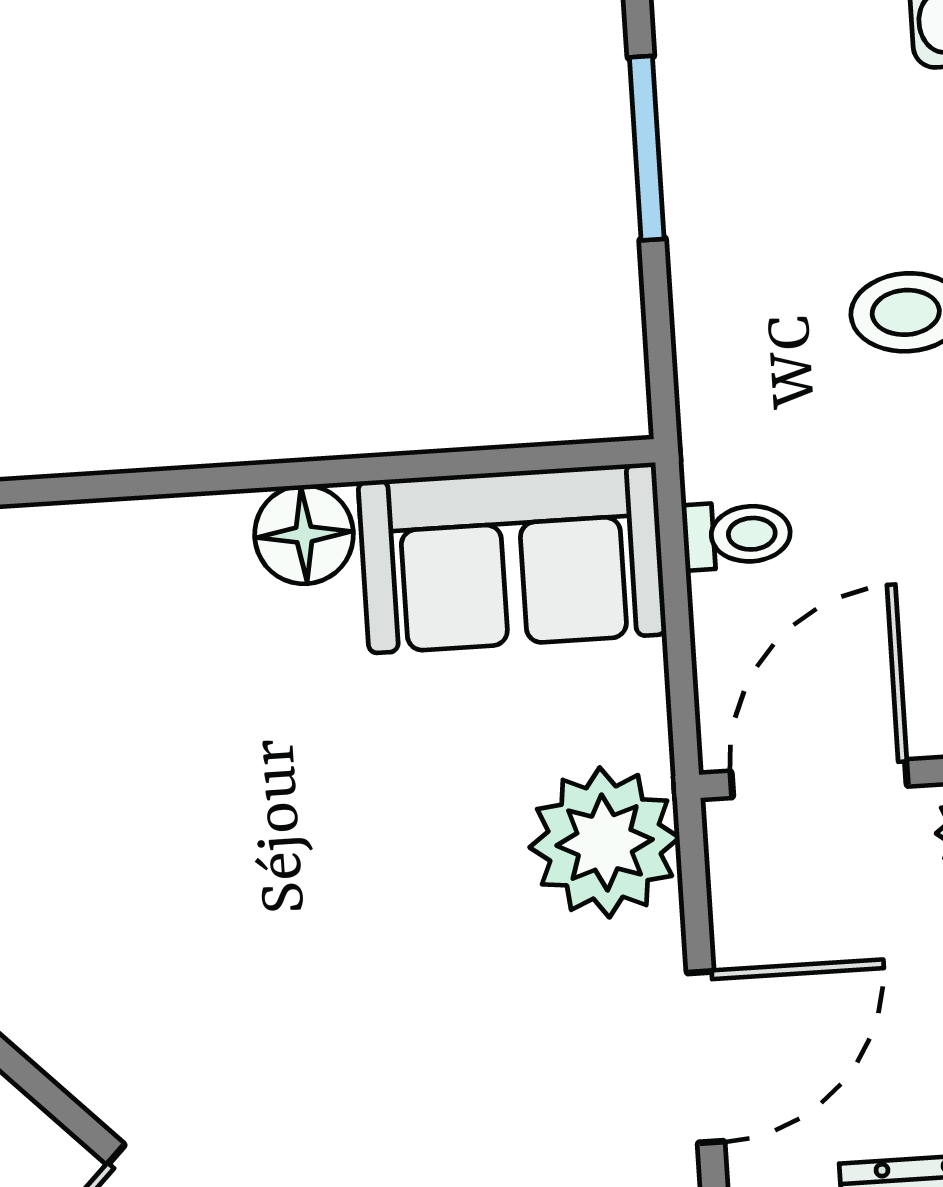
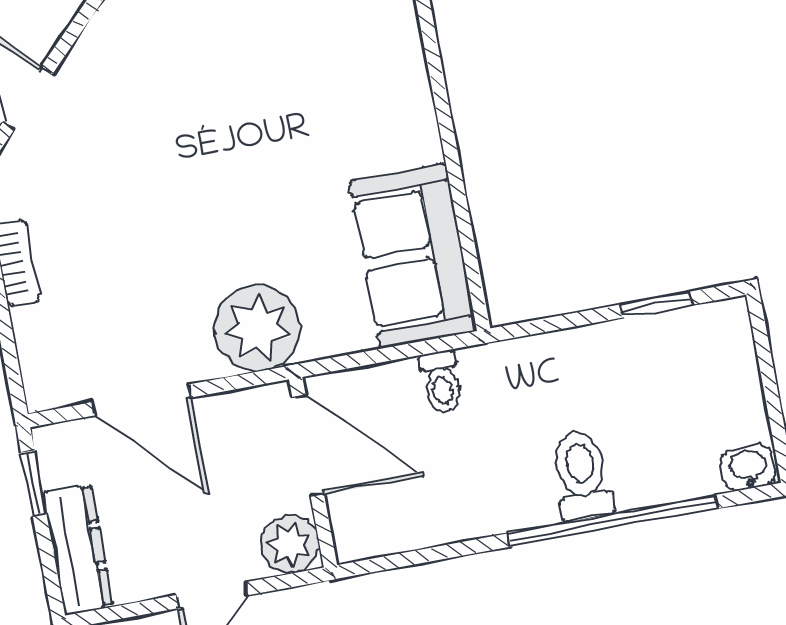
window: (647, 148) -> (655, 305), width x0.67
floor lamp: (304, 534) -> (412, 136), removed

